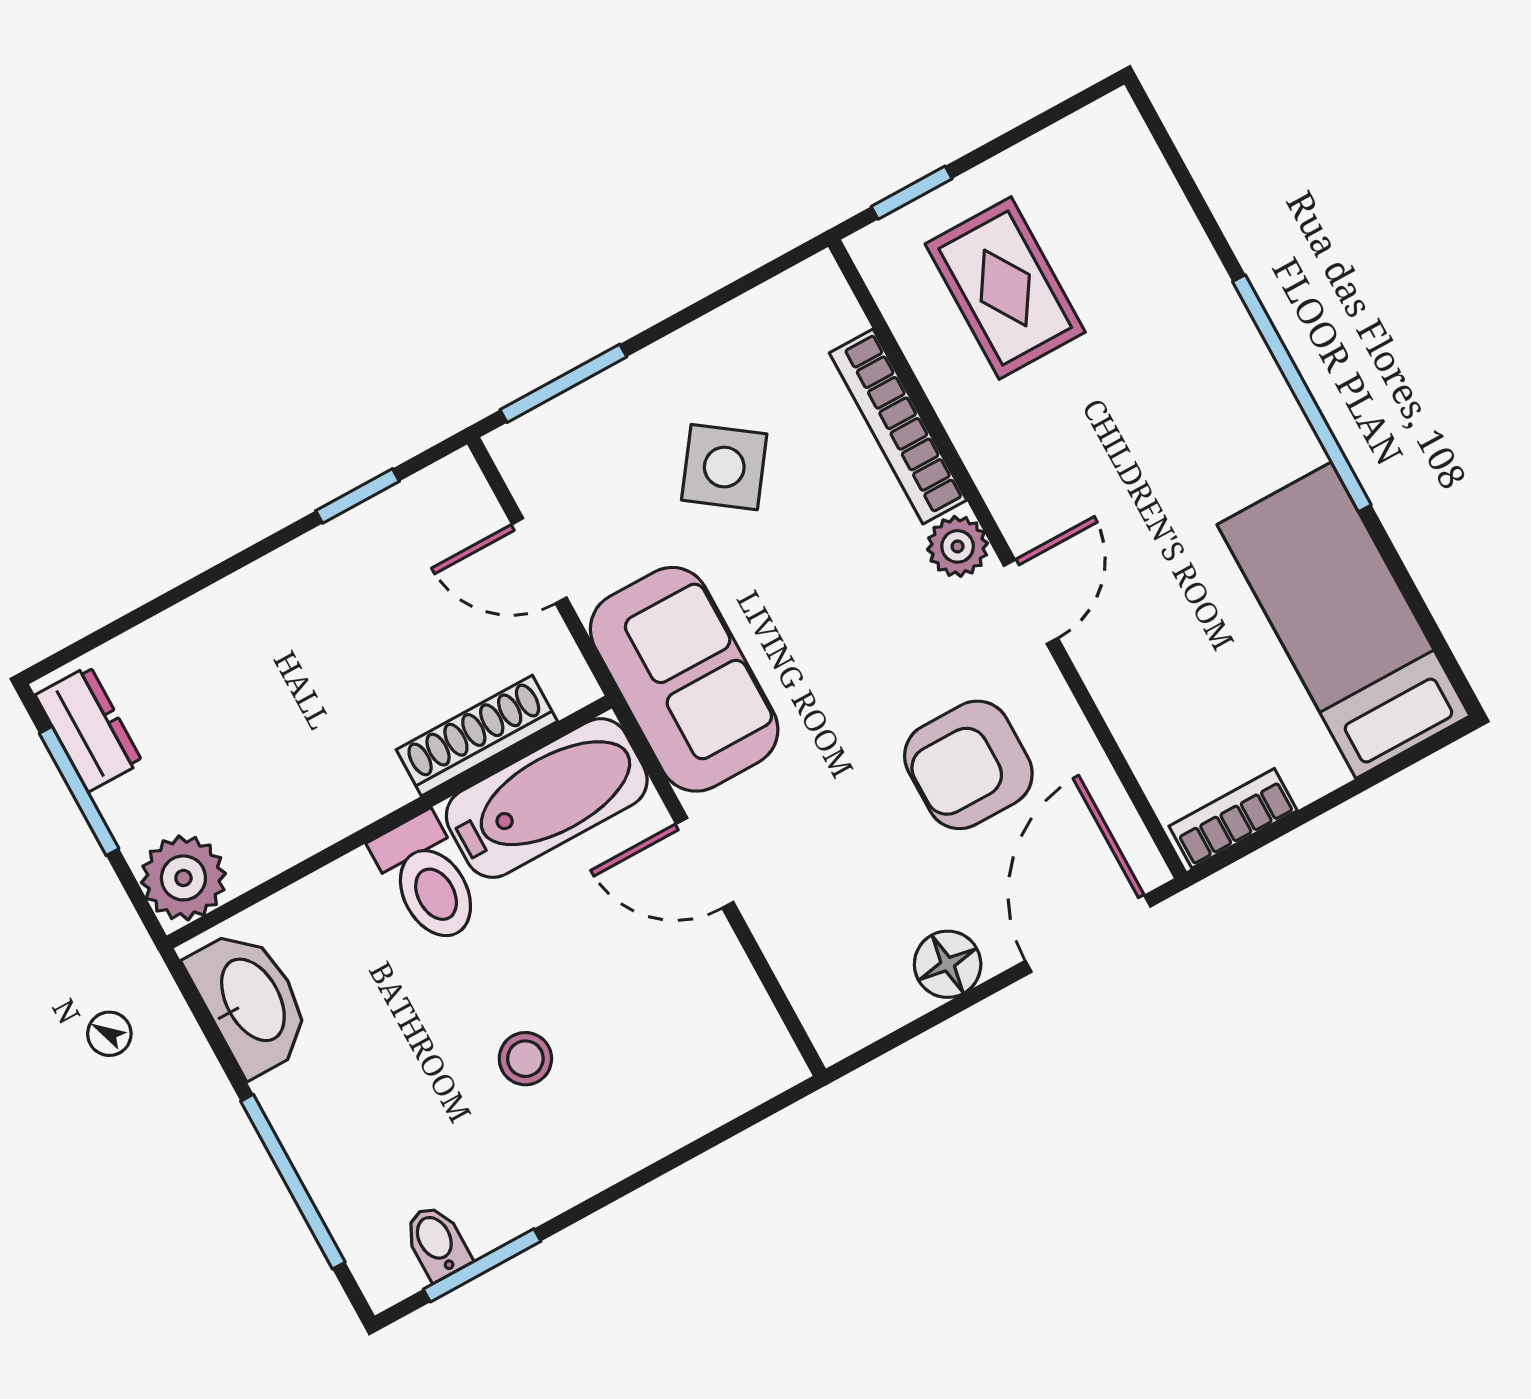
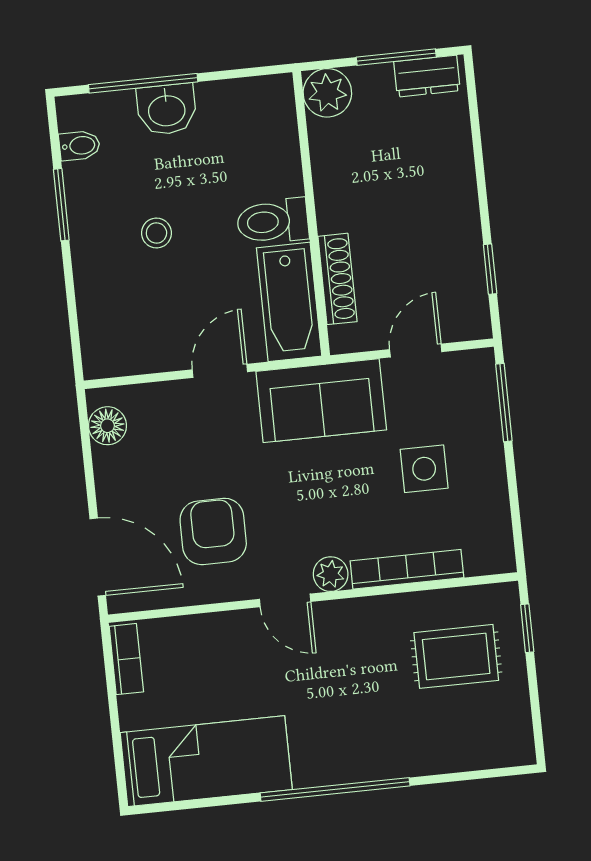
side table: (724, 467) -> (424, 469), turned -36
floor lamp: (948, 964) -> (107, 426), moved
washbasin: (251, 1001) -> (167, 109), moved, width x0.72
window: (482, 1265) -> (61, 205), moved

